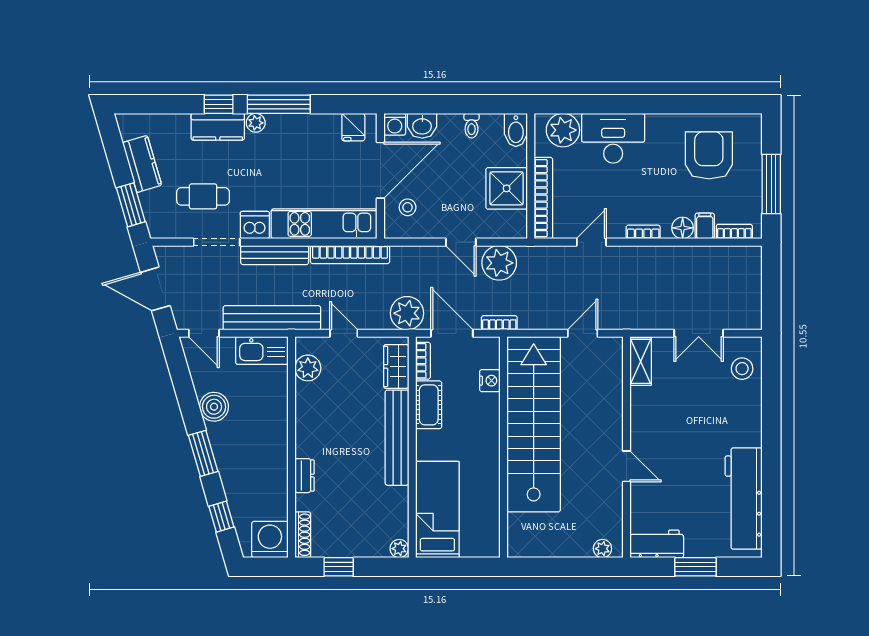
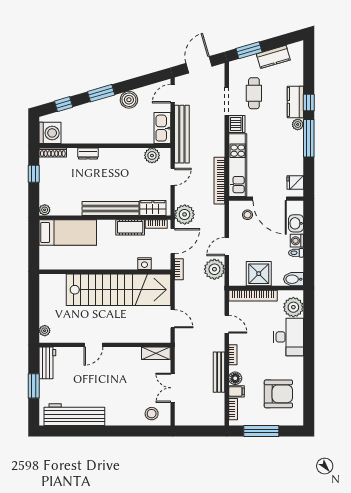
washing machine: (395, 124) -> (297, 241), moved
bench: (275, 255) -> (219, 372), moved

